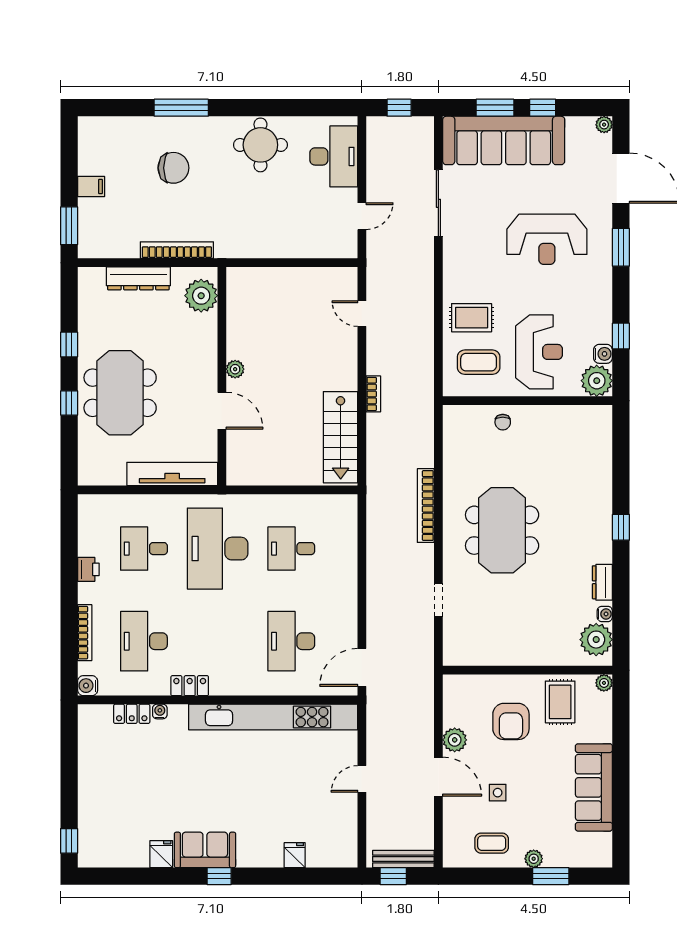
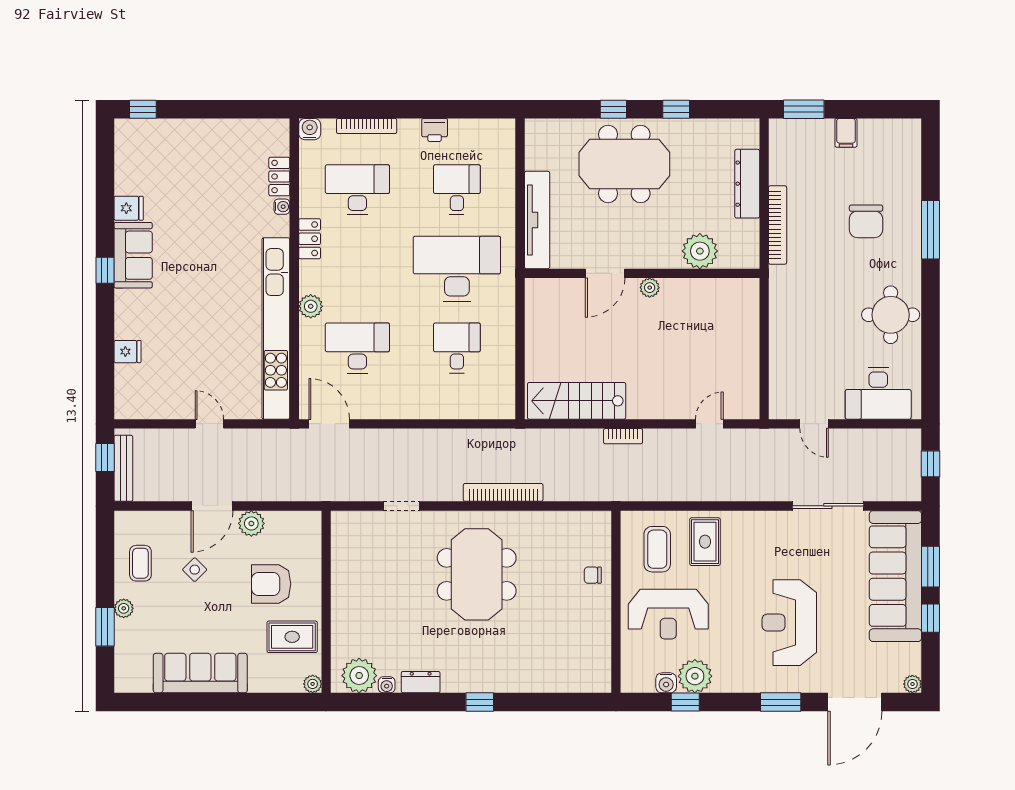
plant: (201, 296) -> (700, 251), moved
plant: (597, 381) -> (695, 676), moved
meeting table: (502, 530) -> (477, 574), turned 90
plant: (253, 685) -> (311, 306), added
side table: (498, 793) -> (195, 570), turned 45

